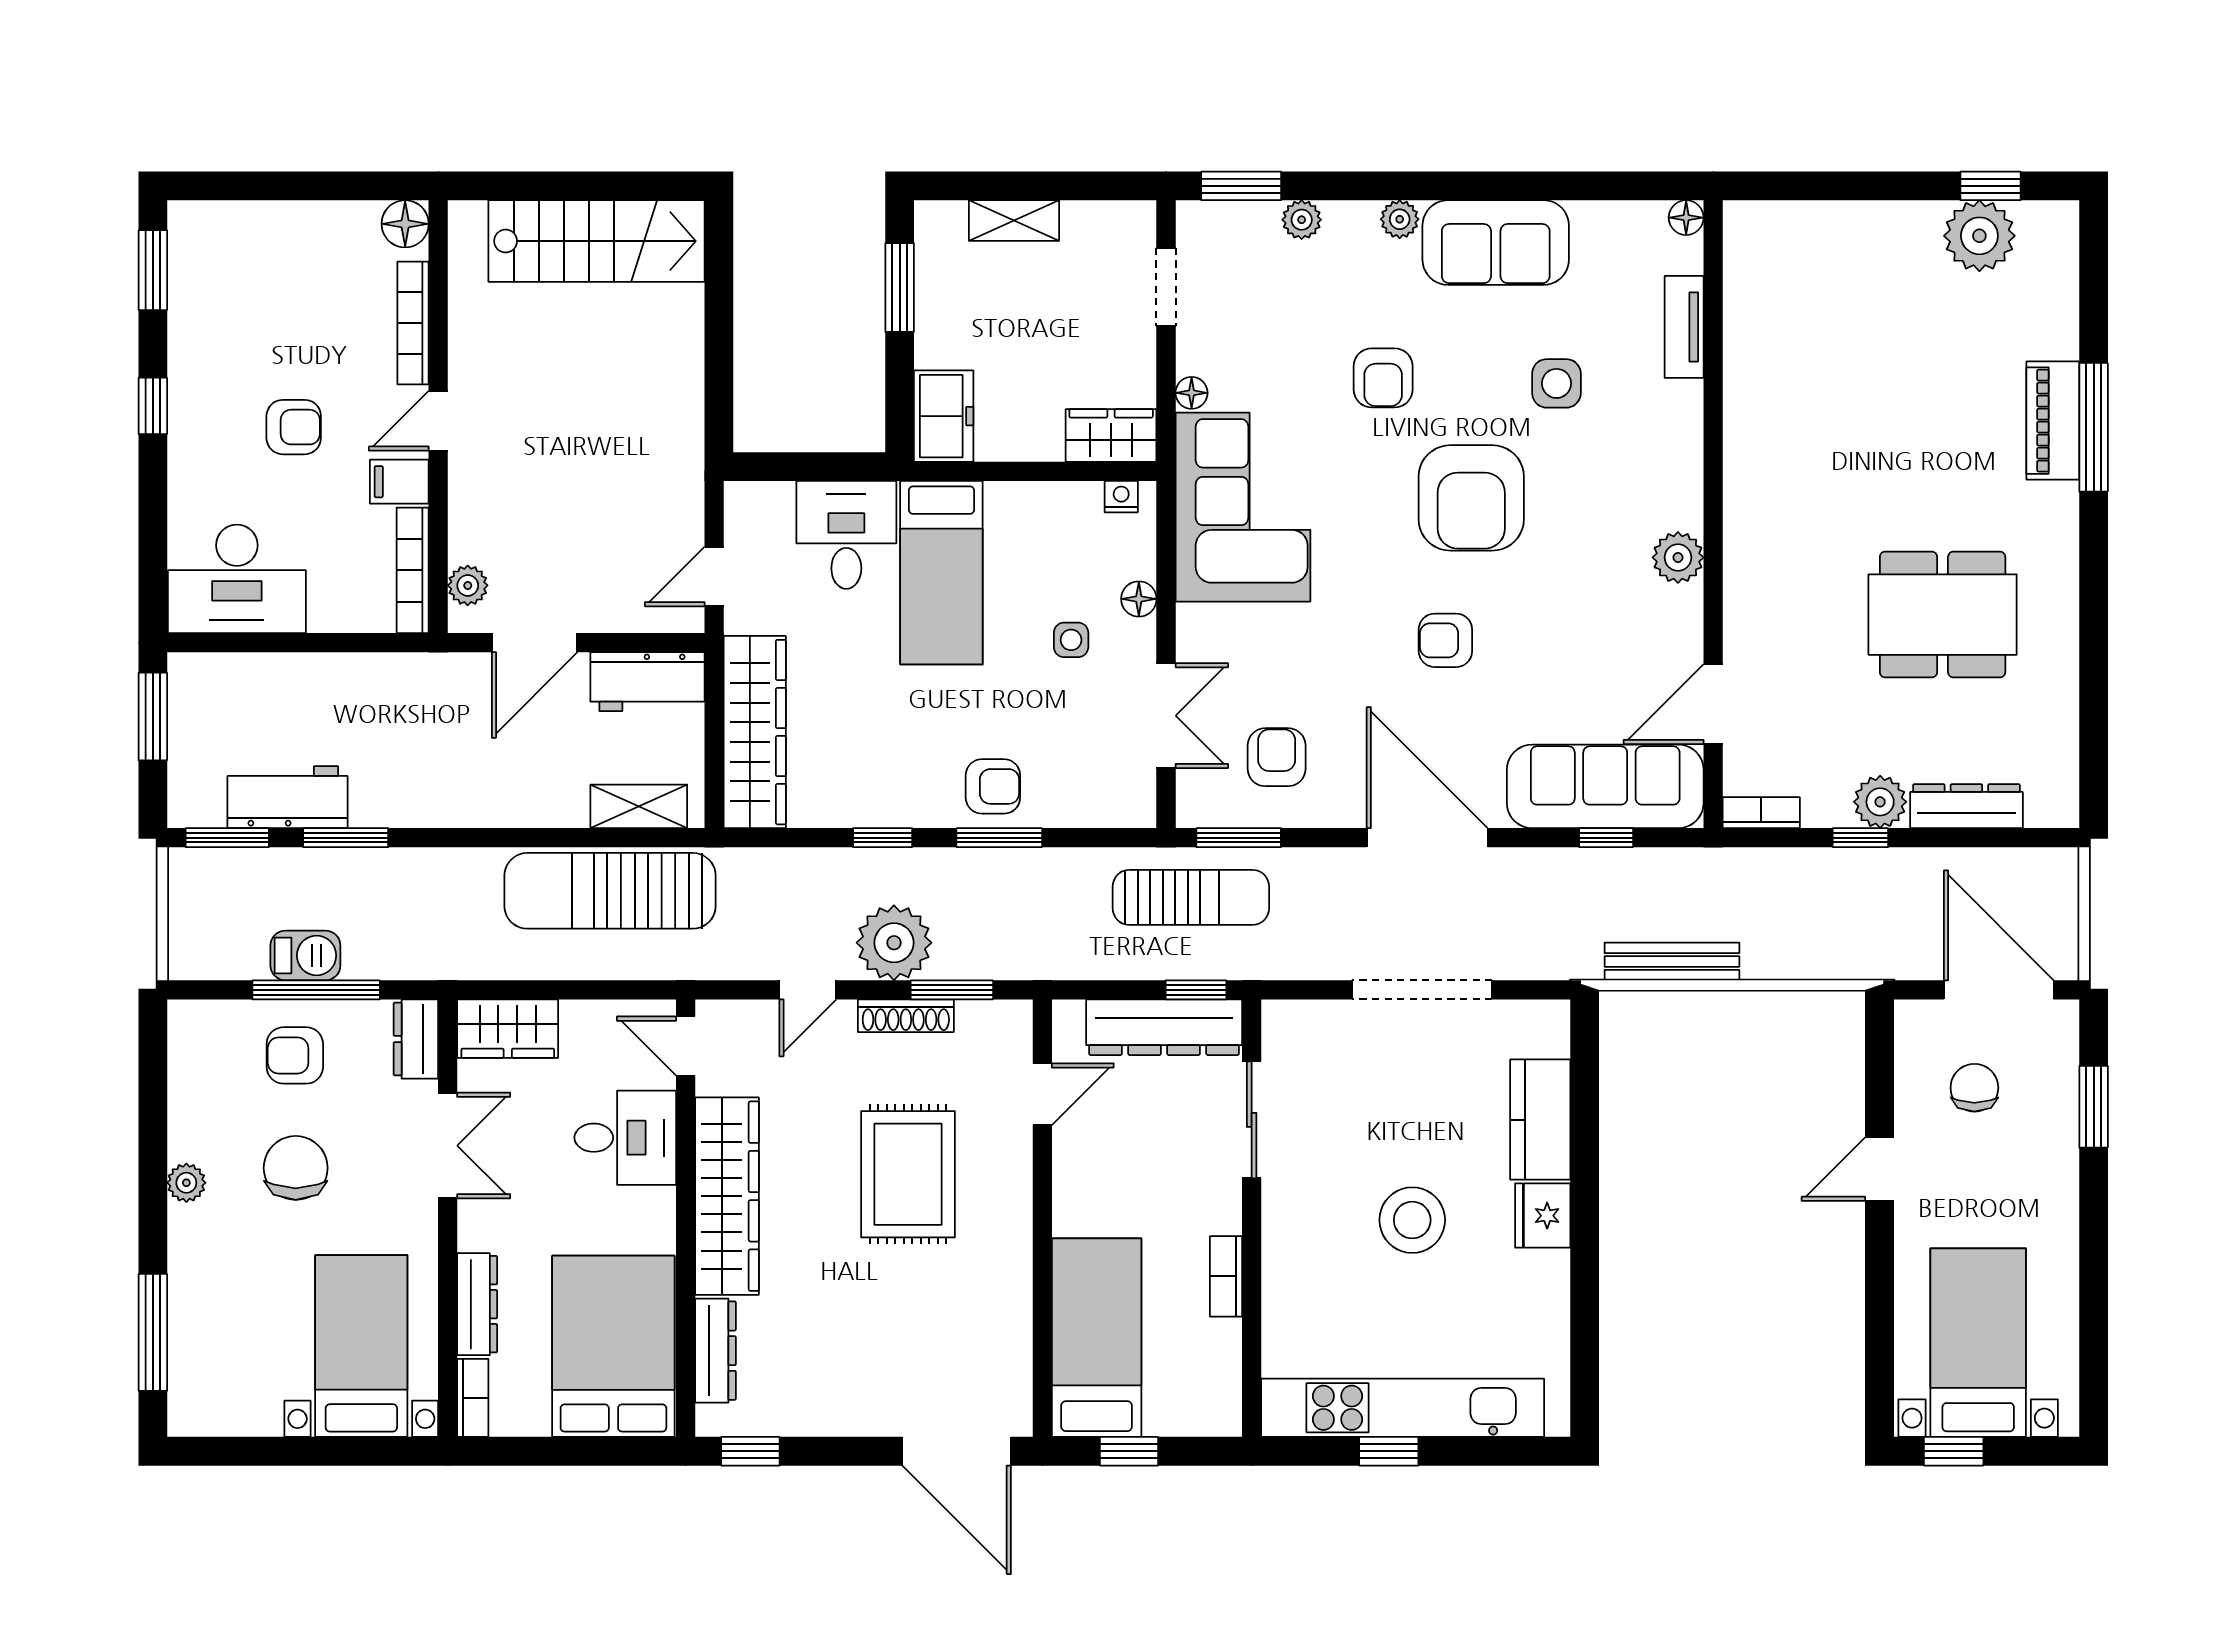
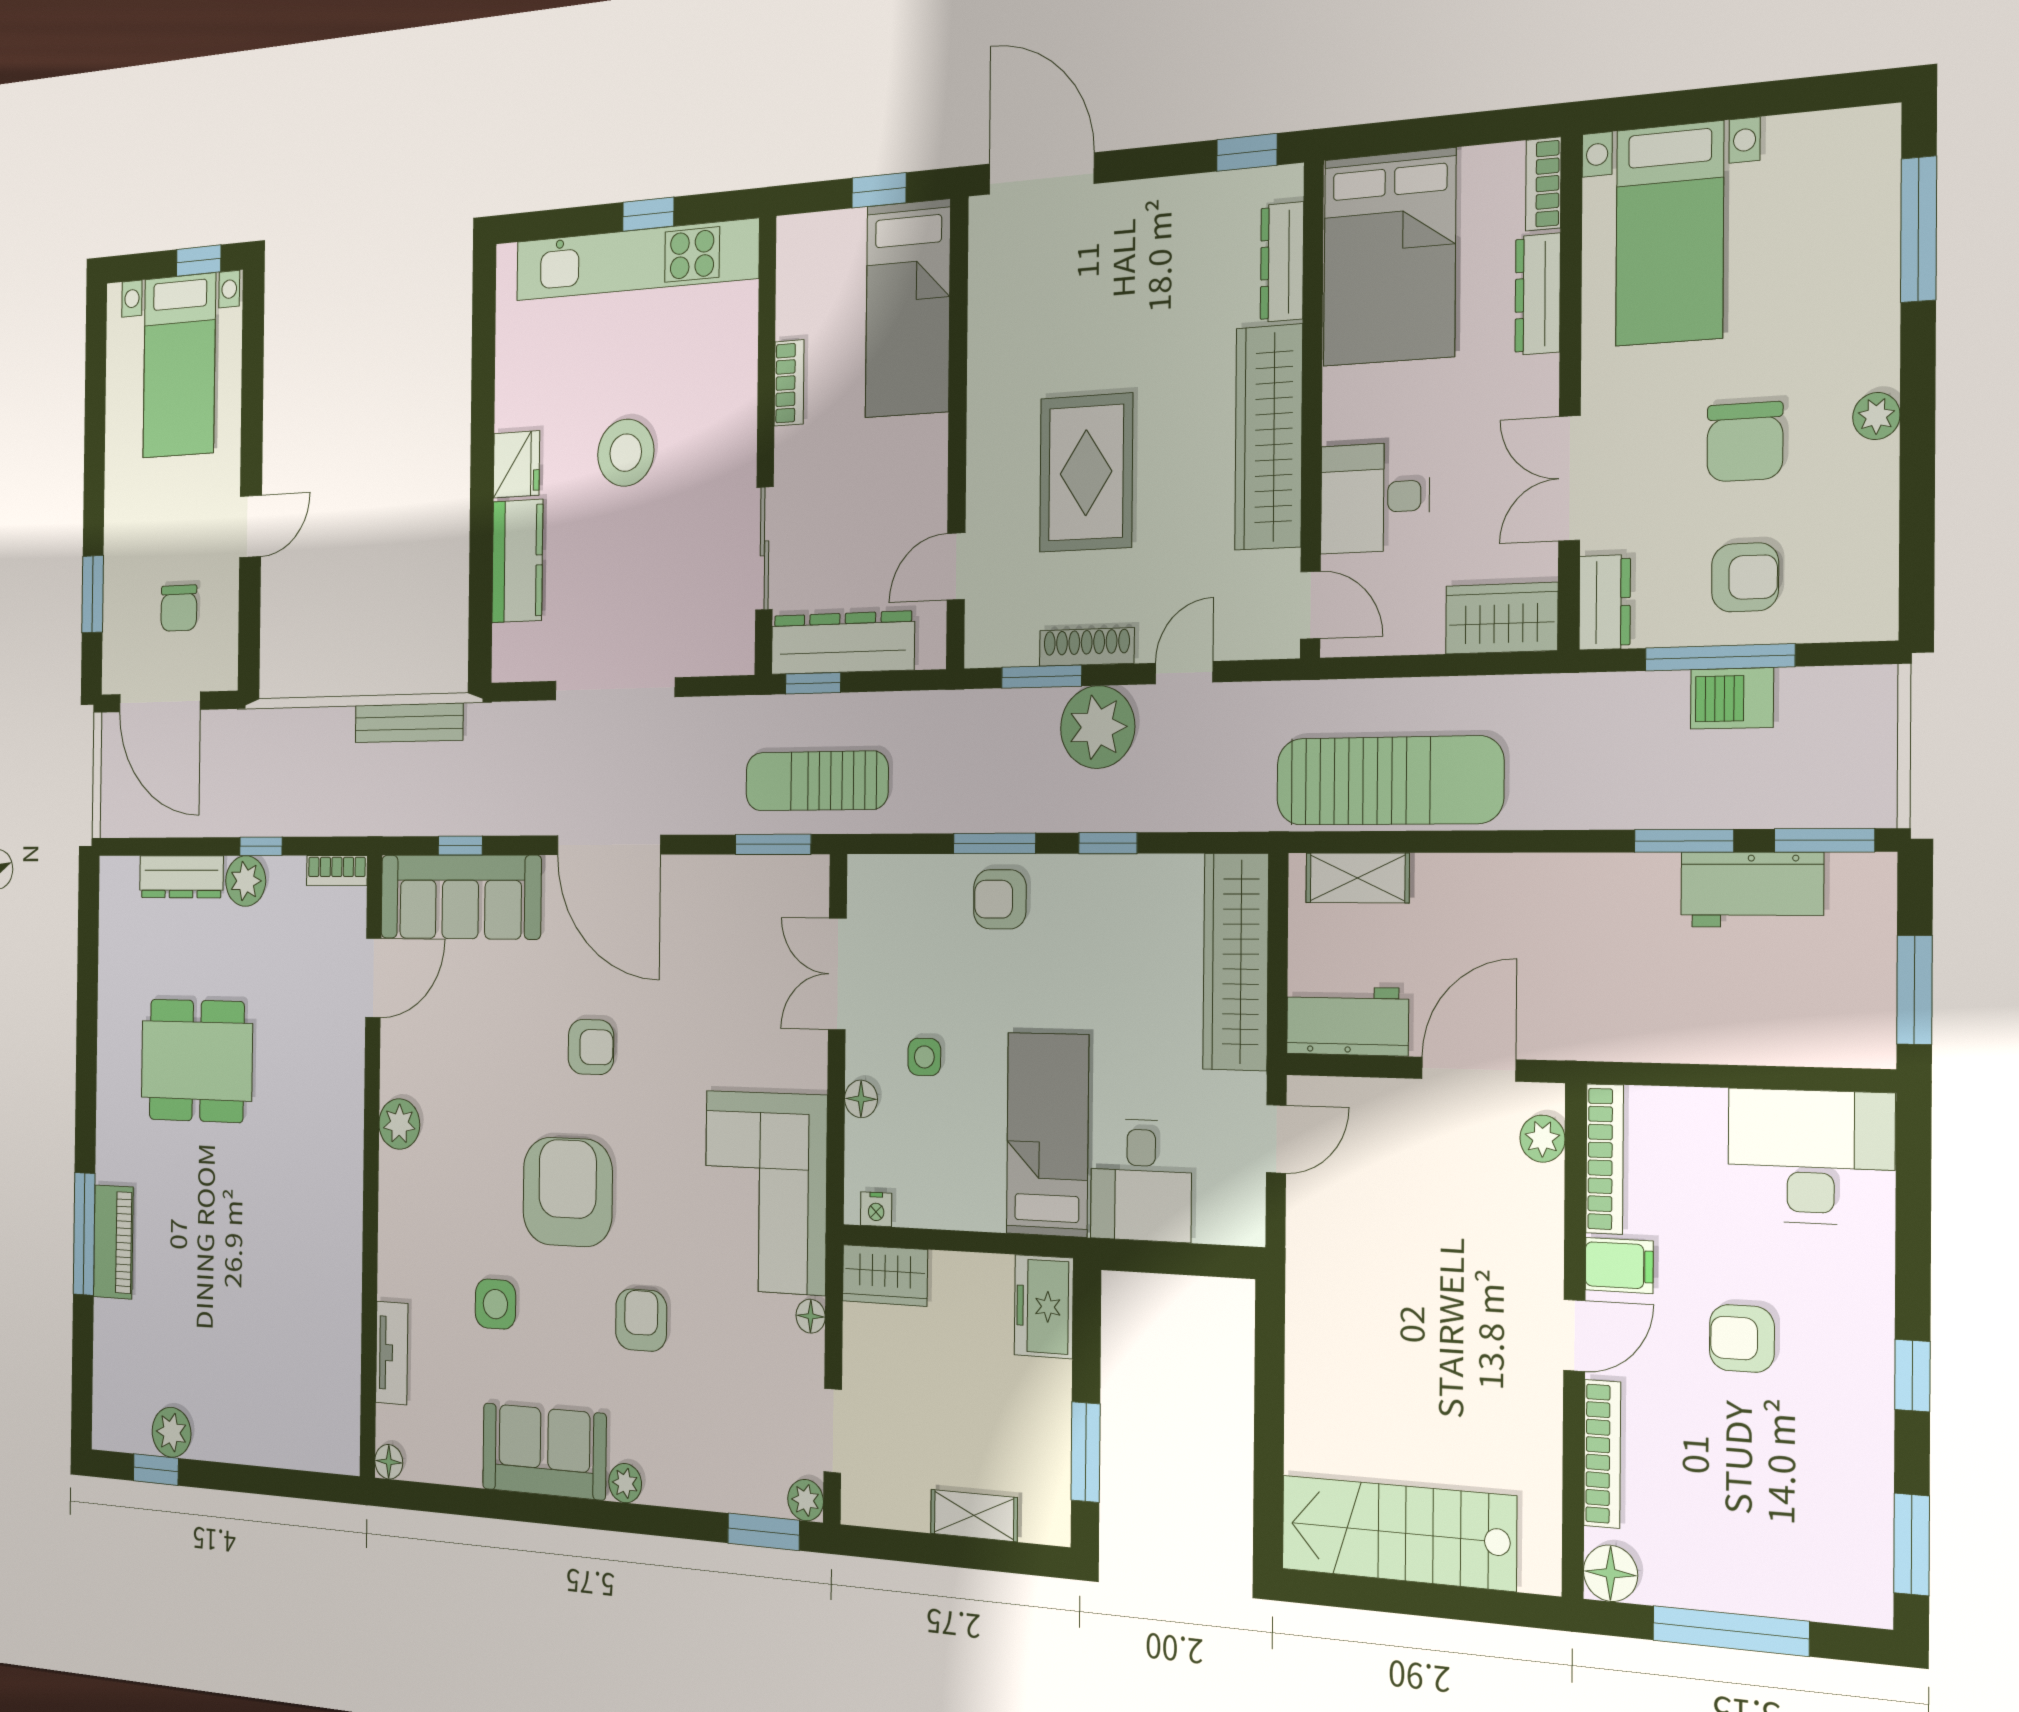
window: (302, 186) -> (1731, 1631), added
plant: (1302, 220) -> (806, 1500), moved
plant: (1979, 236) -> (171, 1432), width x0.73, depth x0.73
armchair: (1277, 757) -> (738, 929), removed

